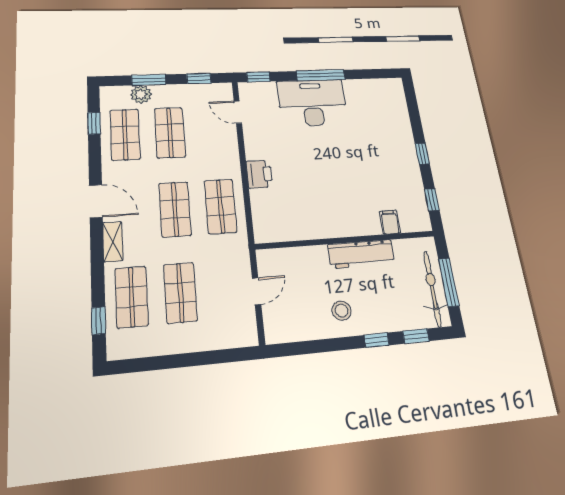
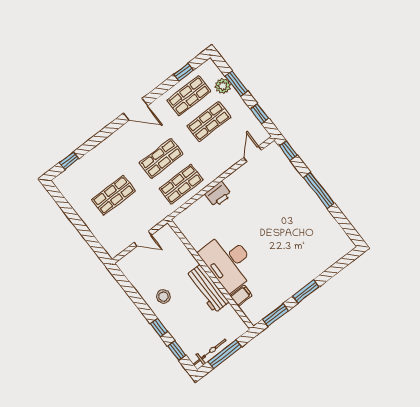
desk: (312, 103) -> (229, 262), moved, turned 180
window: (422, 154) -> (306, 292), width x1.50
window: (432, 200) -> (275, 315), width x1.50
door: (96, 201) -> (136, 109), hinge flipped
shelving: (113, 242) -> (118, 136), removed
bicycle: (432, 289) -> (209, 352), width x0.73, depth x0.71
shop shelf: (132, 297) -> (94, 169), removed

